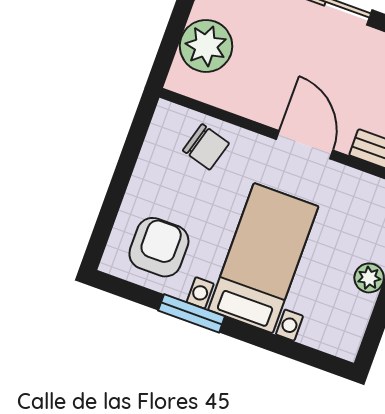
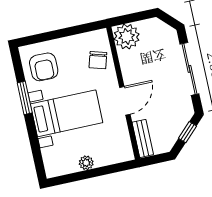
plant: (206, 46) -> (127, 37), moved
armchair: (159, 247) -> (44, 67), turned 90

